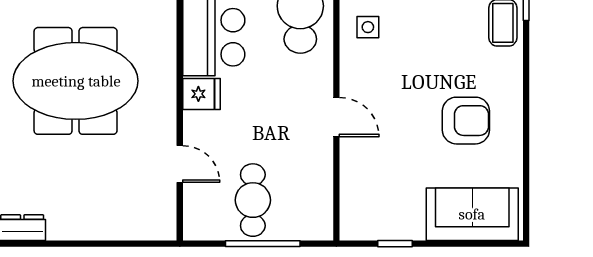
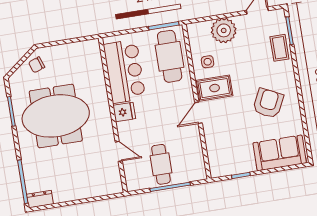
rug: (373, 77) -> (215, 88), added
door: (336, 117) -> (199, 113), swing flipped
armchair: (466, 121) -> (268, 103), turned -64

